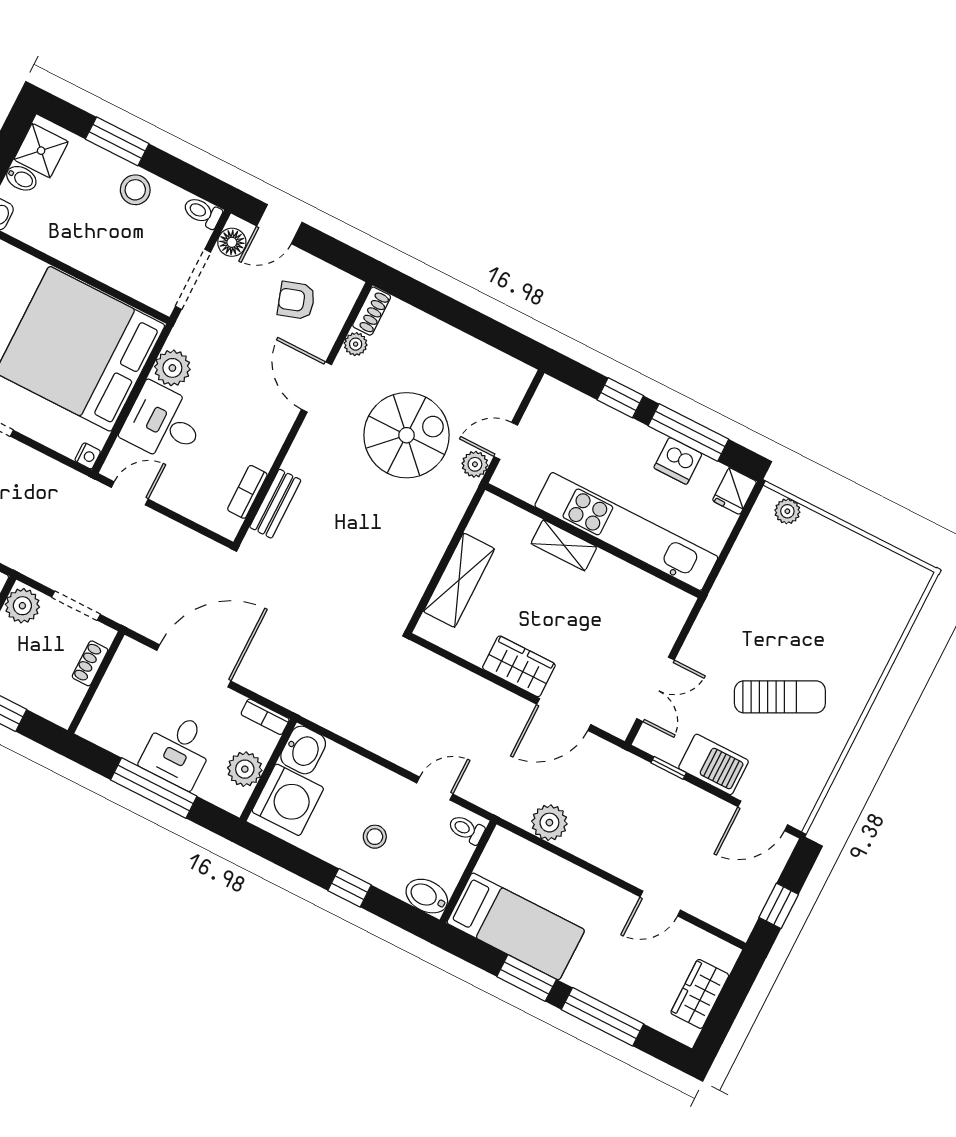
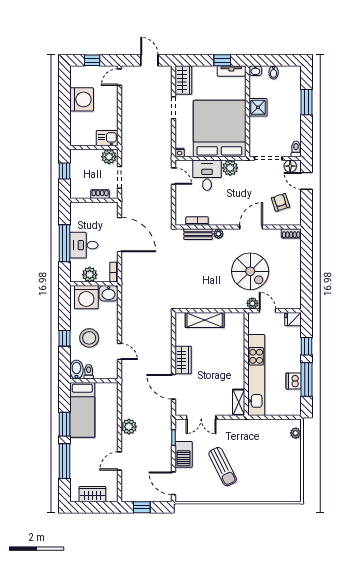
shower: (41, 151) -> (258, 107), moved
stool: (135, 190) -> (291, 119), removed
plant: (356, 344) -> (218, 234), moved
fridge: (735, 491) -> (293, 319), moved
shelving: (564, 545) -> (239, 402), moved
plant: (549, 823) -> (129, 427), moved
toilet: (466, 829) -> (89, 372), moved
stool: (375, 837) -> (89, 338), width x1.89, depth x1.89
door: (660, 903) -> (119, 461), hinge flipped

